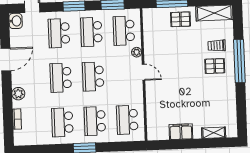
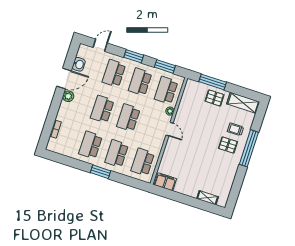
washbasin: (16, 21) -> (79, 64), moved
plant: (18, 94) -> (68, 96), moved
filing cabinet: (181, 132) -> (165, 182), moved

